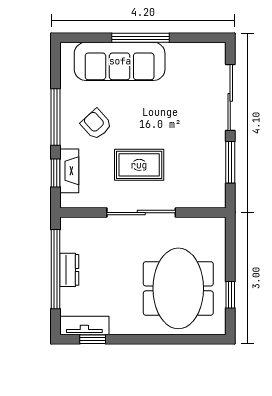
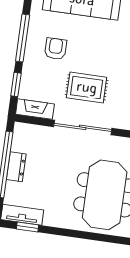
armchair: (96, 124) -> (56, 49), turned 42
fireplace: (69, 171) -> (35, 109), moved, turned -90

